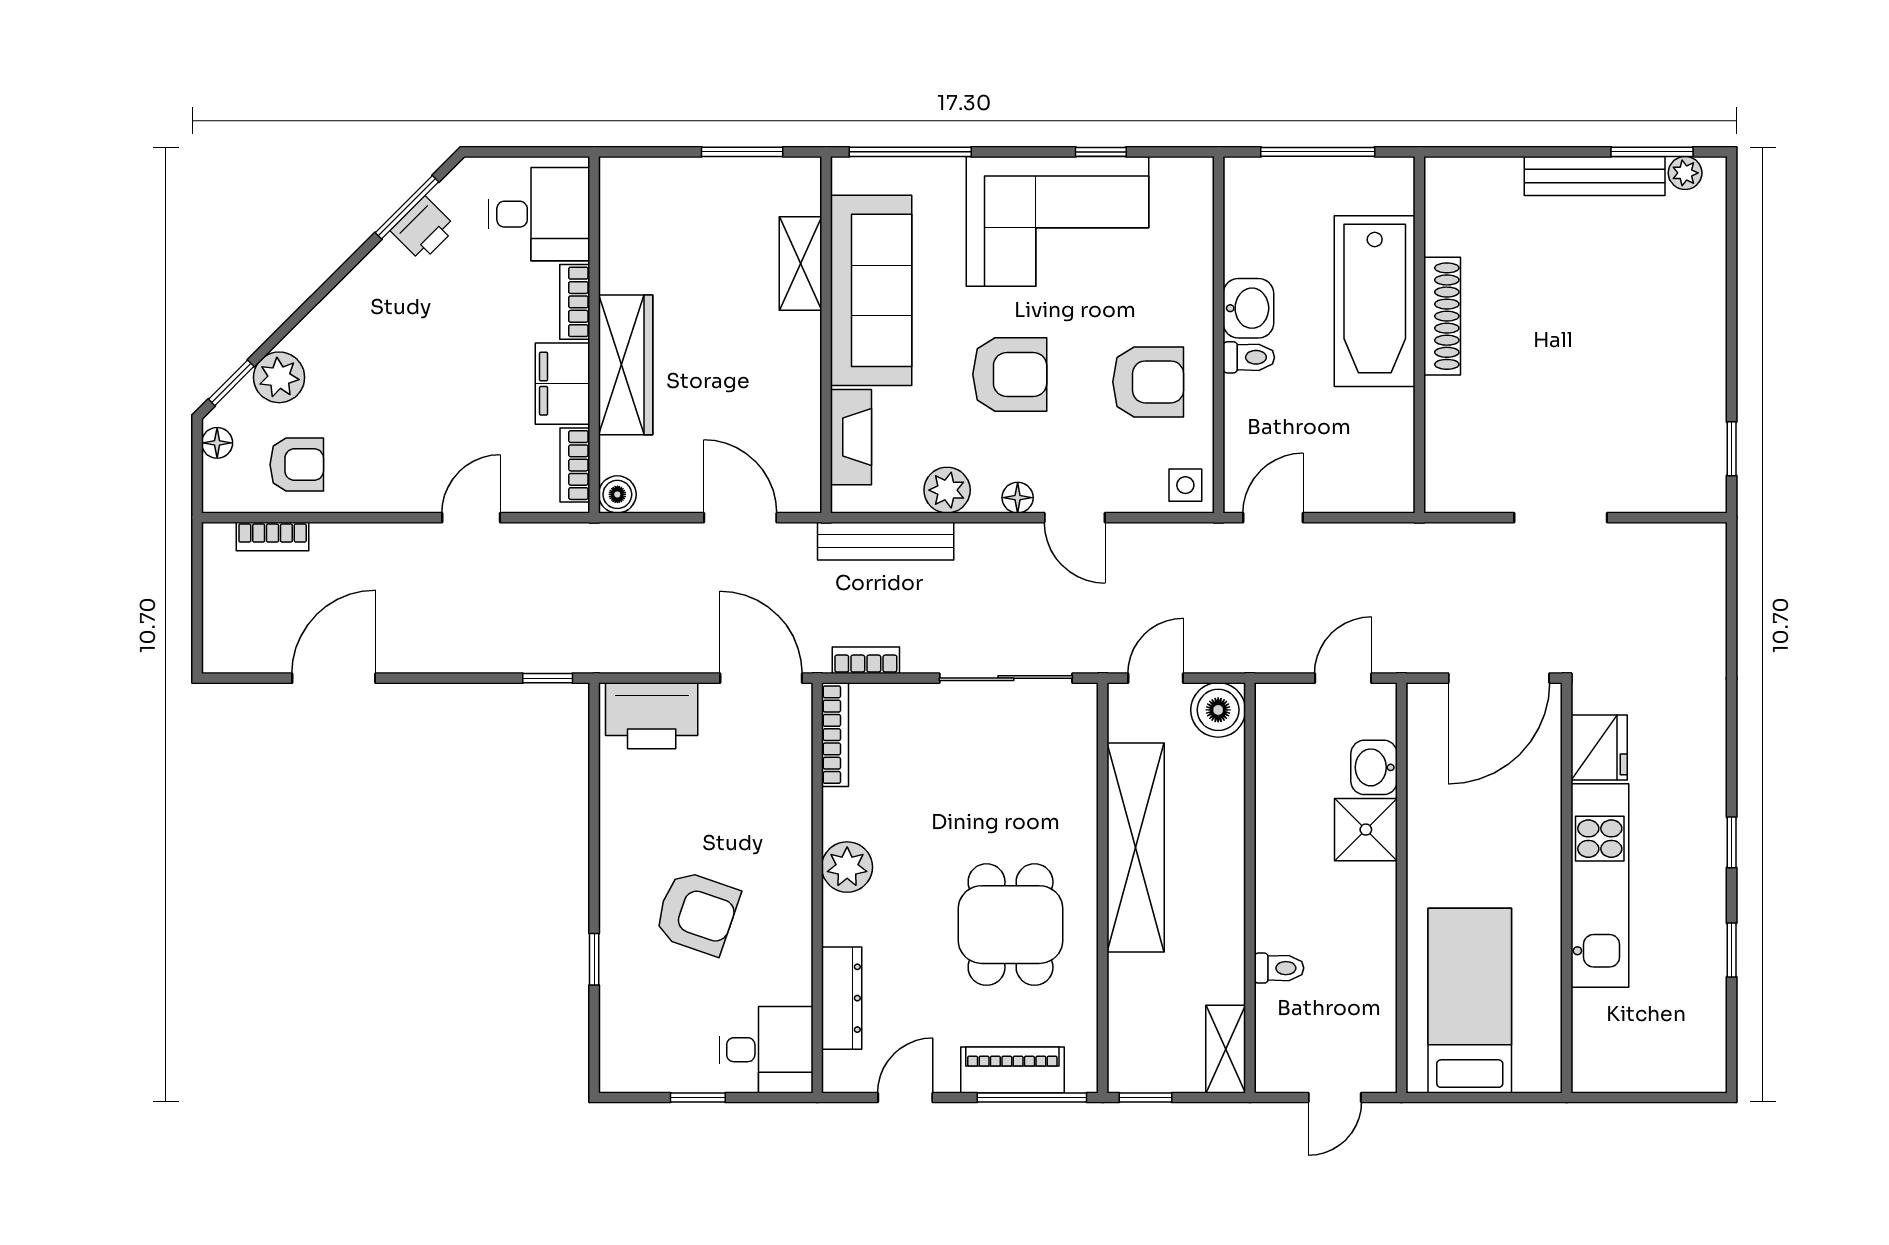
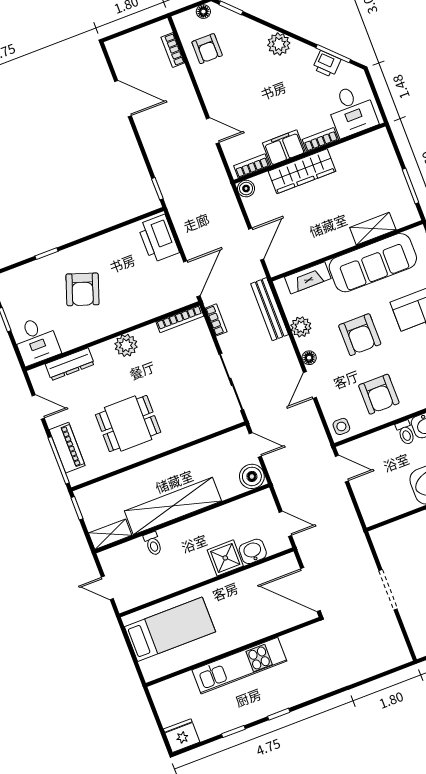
plant: (279, 377) -> (279, 44), moved
fridge: (1599, 747) -> (182, 736), moved, turned 180
shelving: (1136, 847) -> (173, 506), moved

